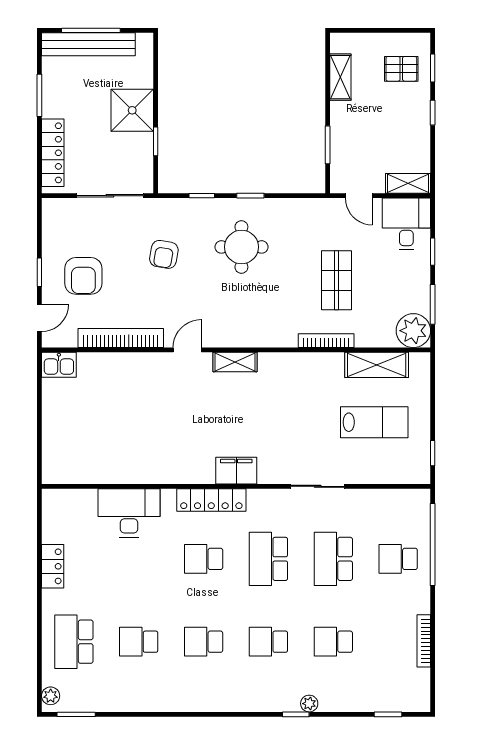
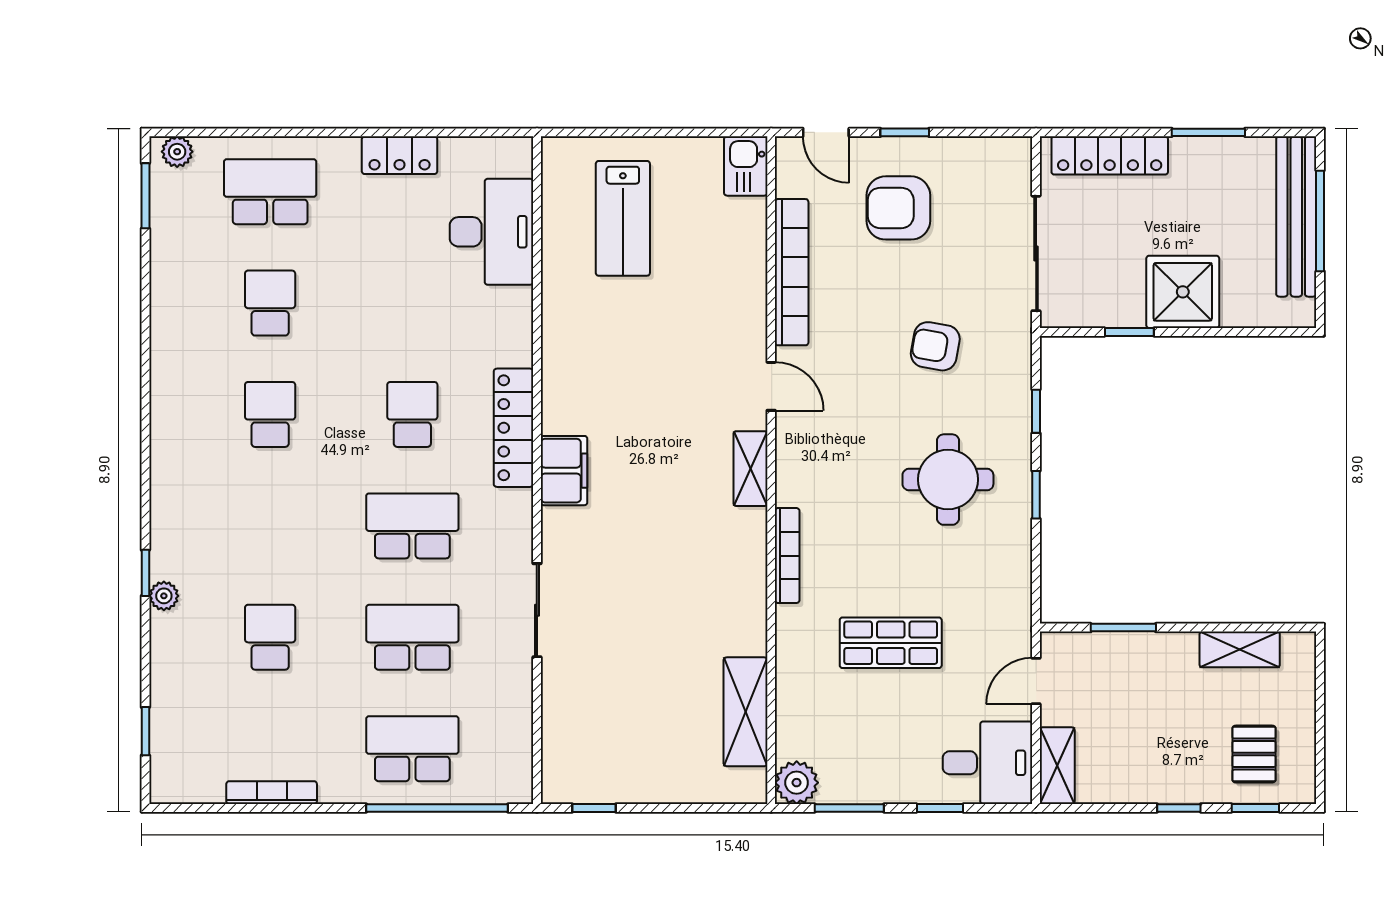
plant: (413, 331) -> (797, 783), width x0.73, depth x0.73
bookcase: (326, 341) -> (787, 556), moved
lab bench: (374, 422) -> (623, 218), moved
desk: (129, 513) -> (491, 232), moved
school desk: (398, 559) -> (412, 749), width x1.85
school desk: (268, 642) -> (270, 526), removed

